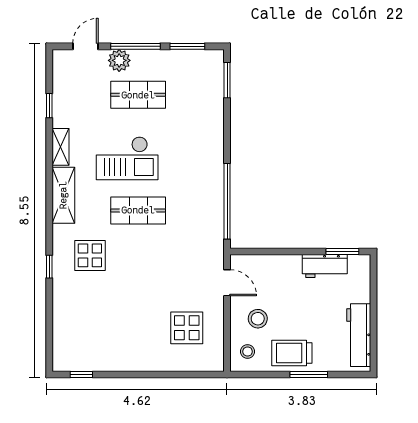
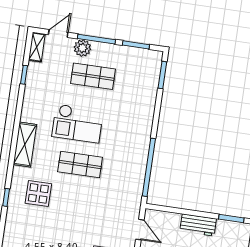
shelving: (61, 147) -> (37, 47), moved
workbench: (325, 266) -> (198, 225), moved

